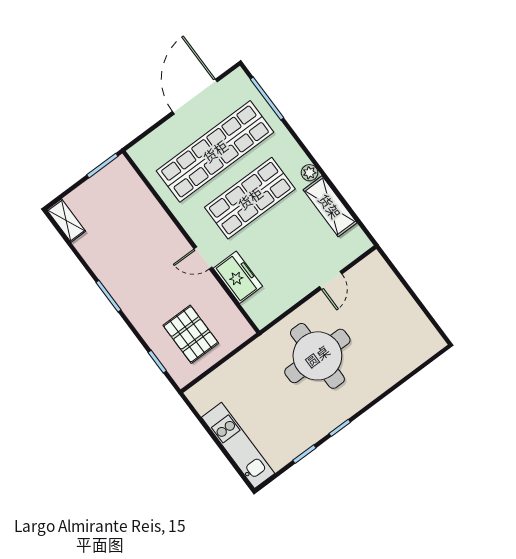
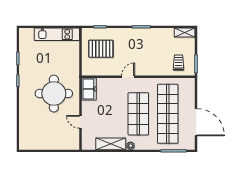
trolley: (121, 195) -> (179, 63), added
freezer: (238, 277) -> (89, 89), moved, turned -90
kitchen unit: (238, 445) -> (57, 34), moved

